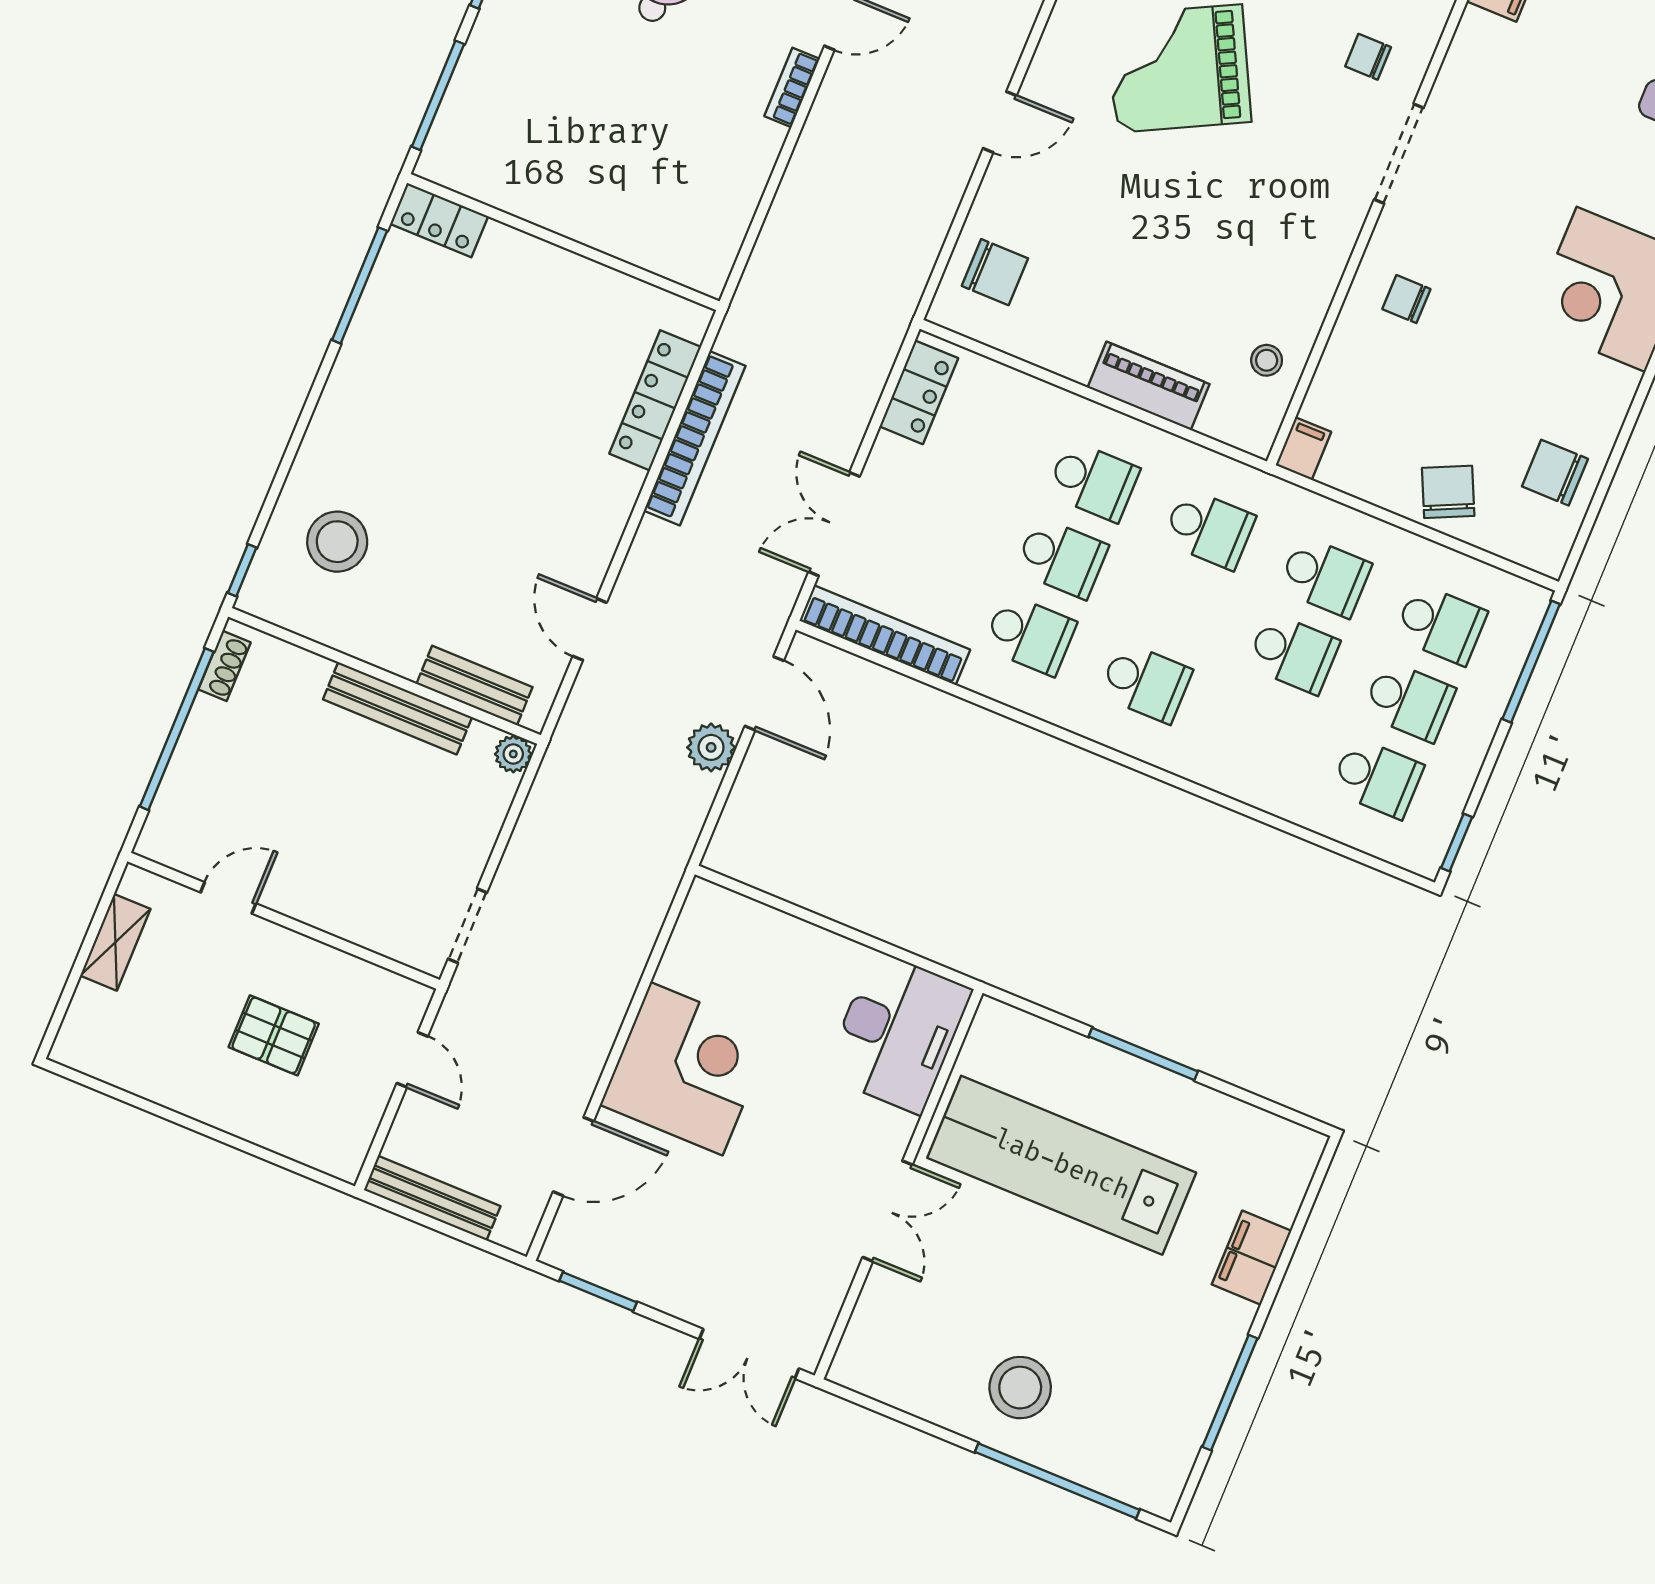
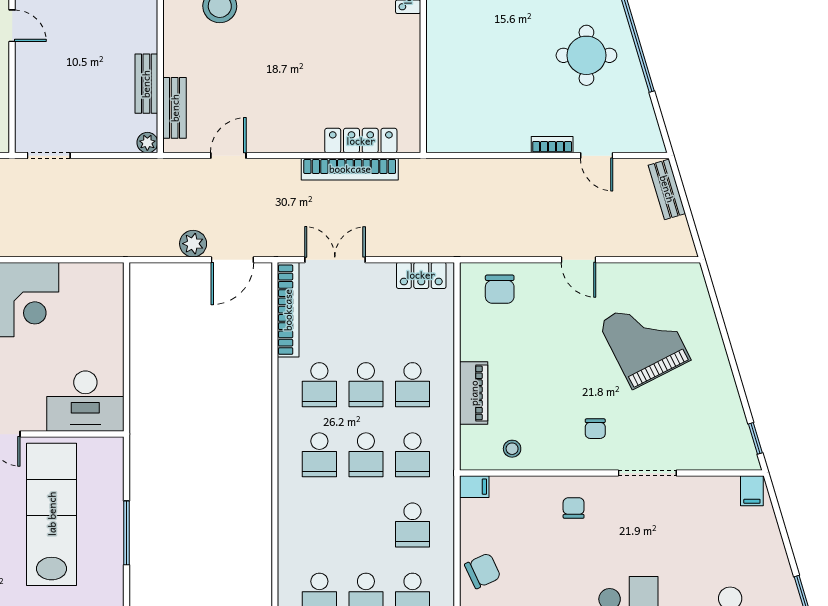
chair: (1368, 57) -> (595, 429), moved, turned 180
school desk: (1293, 653) -> (366, 455), moved
bench: (397, 708) -> (146, 84), width x0.73

